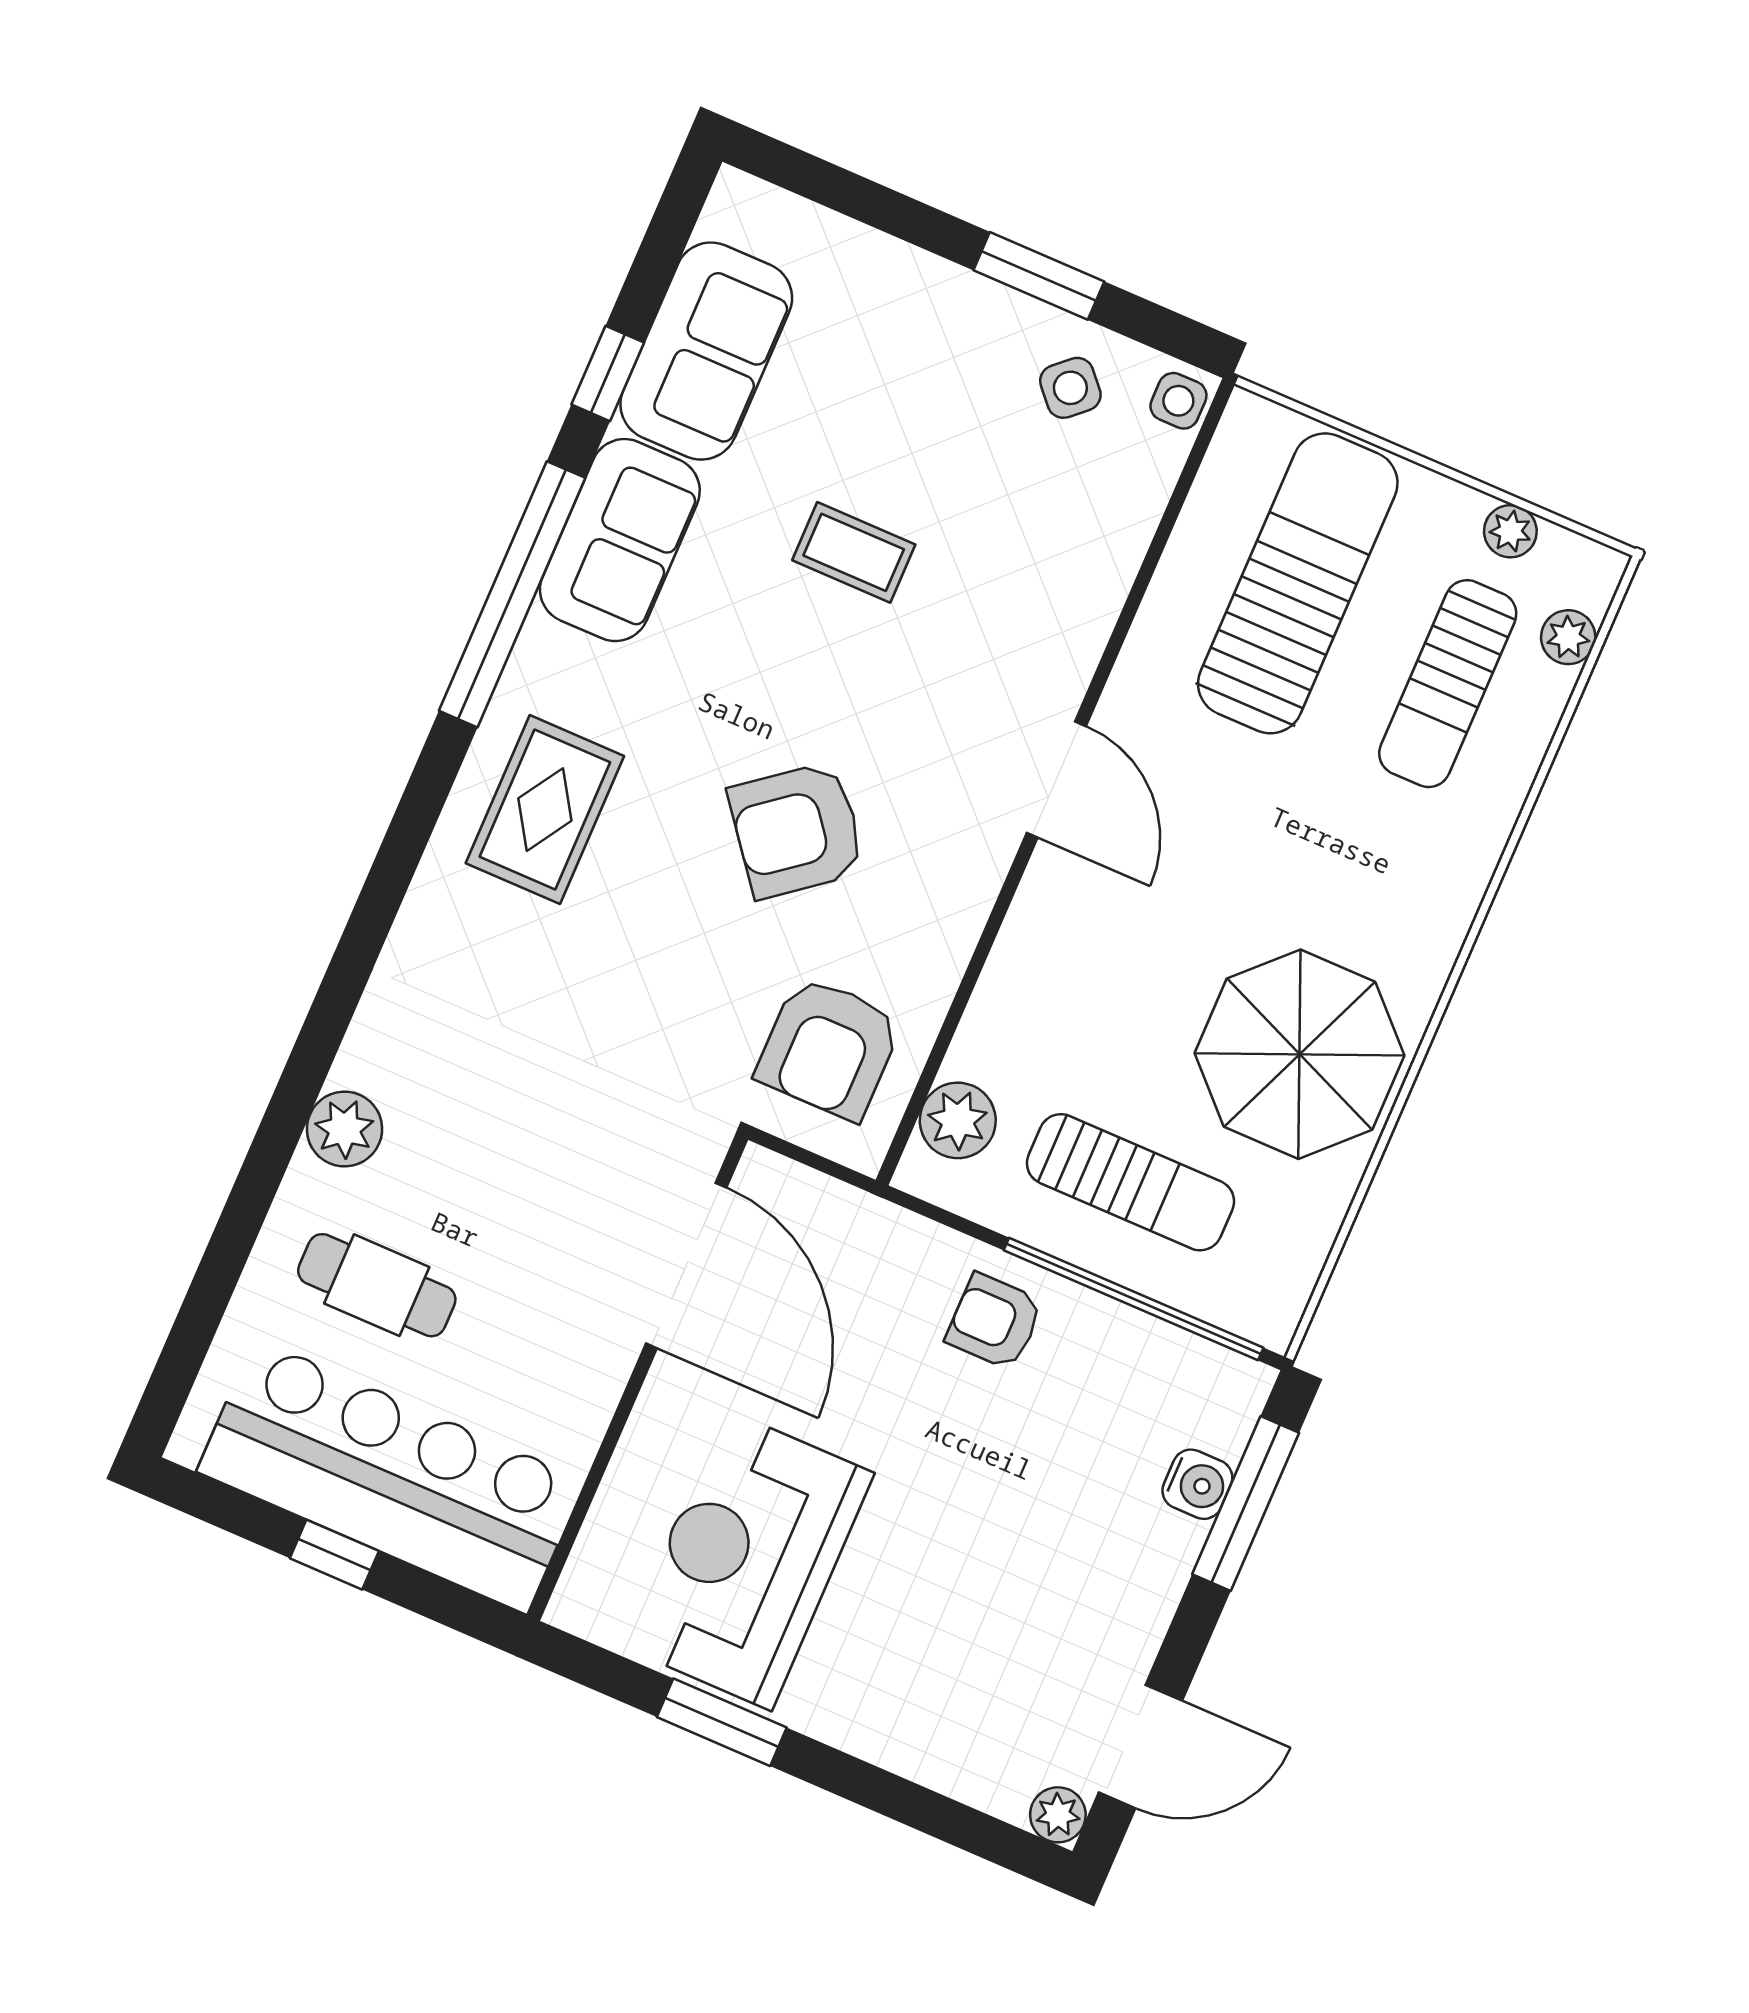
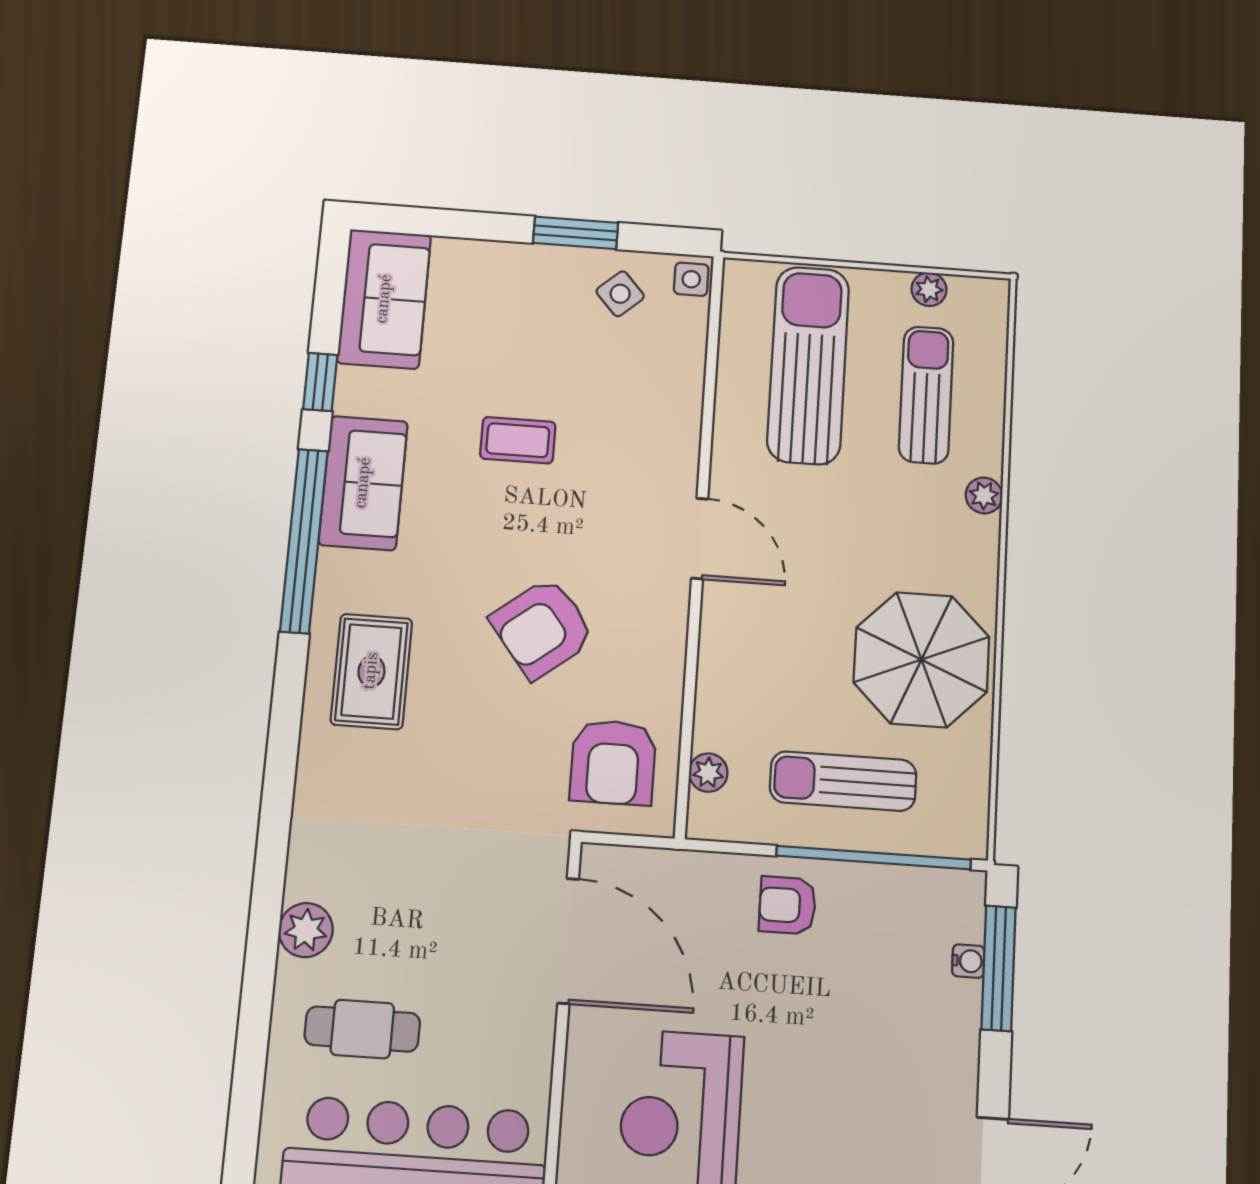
sofa: (706, 351) -> (384, 299), moved
plant: (1568, 637) -> (984, 495), moved
sun lounger: (1448, 684) -> (926, 395), turned 180
plant: (958, 1120) -> (708, 773), width x0.73, depth x0.73
sun lounger: (1130, 1182) -> (843, 781), turned 180
water cooler: (1197, 1484) -> (968, 961), width x0.72, depth x0.72

